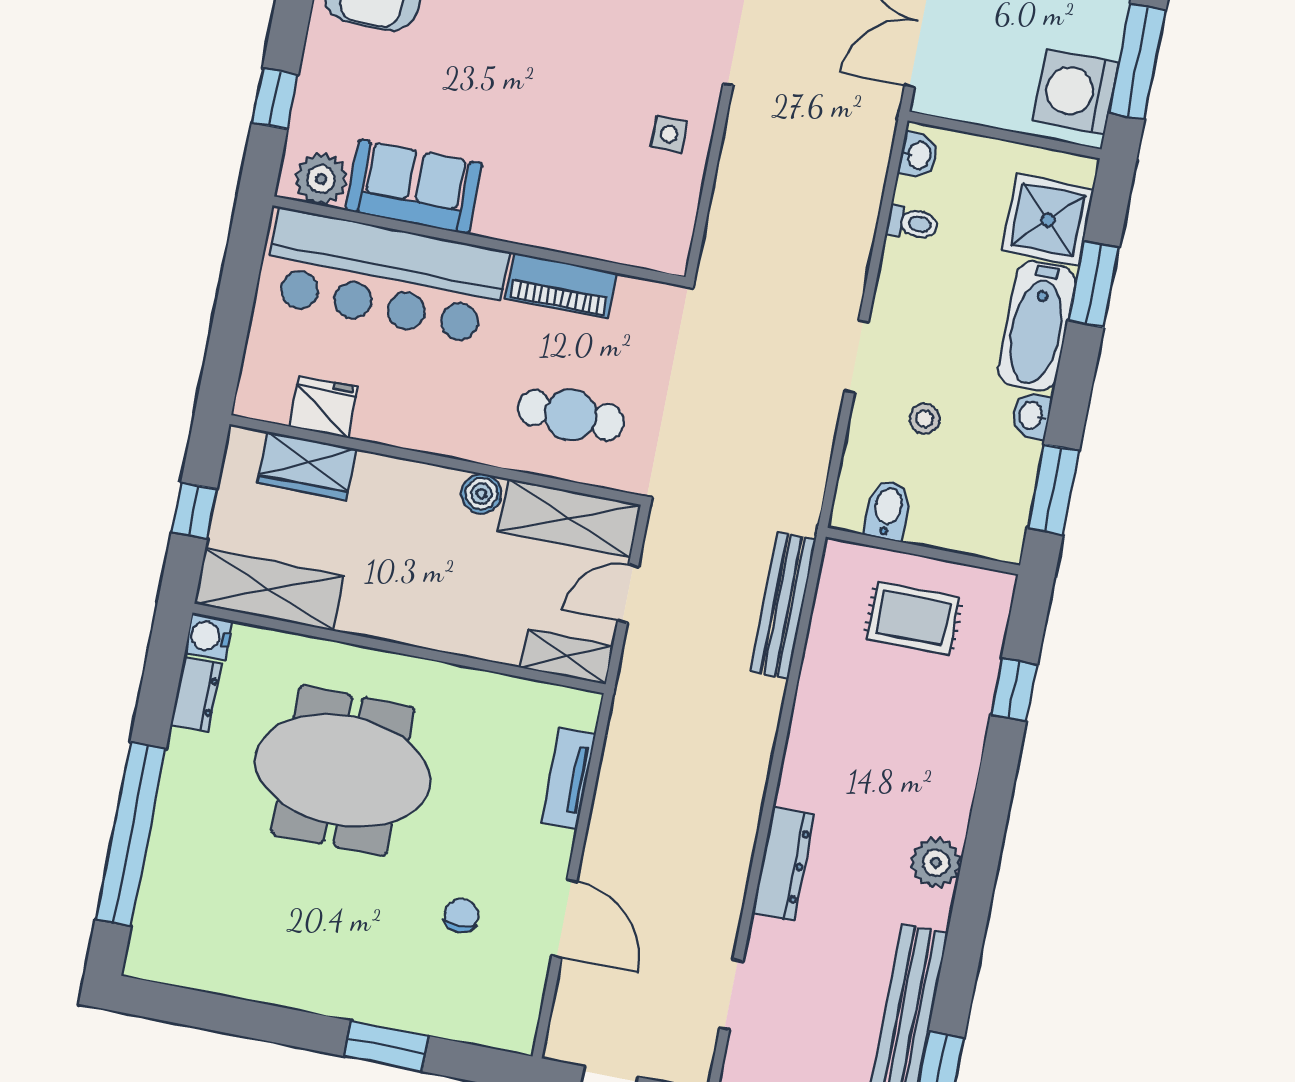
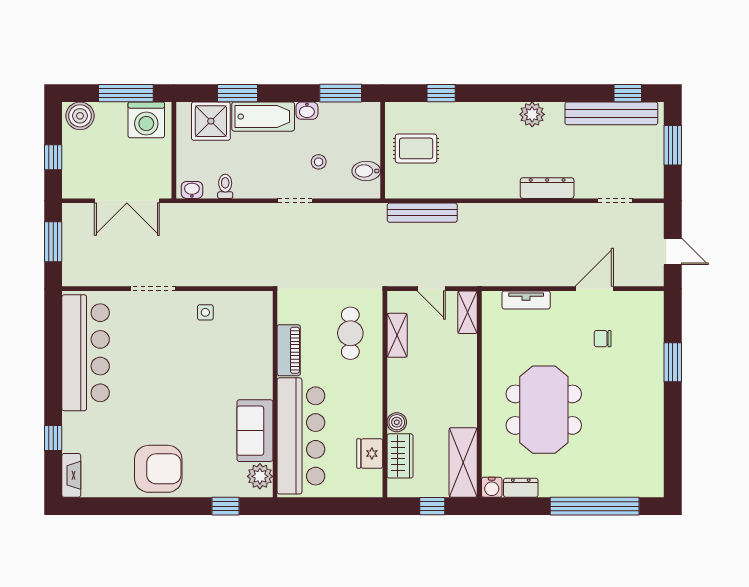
boiler: (481, 494) -> (397, 422), moved
shelving: (569, 518) -> (397, 335), width x0.67, depth x0.75
rug: (913, 618) -> (416, 148), turned 90

